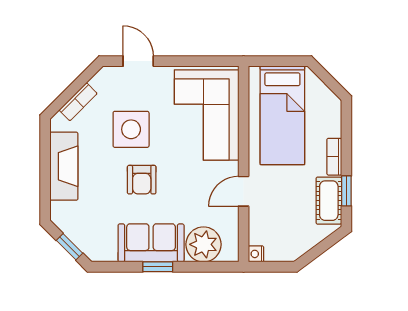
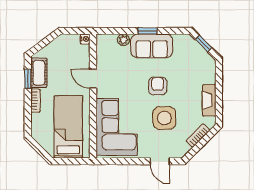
fireplace: (64, 166) -> (209, 100), width x0.73, depth x0.76
door: (244, 191) -> (93, 79), swing flipped
plant: (203, 244) -> (124, 40), width x0.53, depth x0.53

